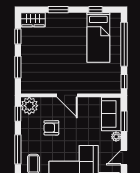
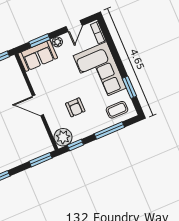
window: (18, 67) -> (41, 160), moved
door: (67, 95) -> (38, 105), swing flipped
door: (124, 157) -> (74, 26), hinge flipped

